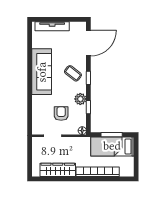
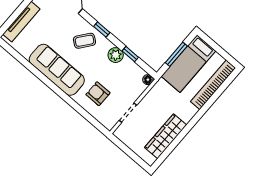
armchair: (61, 114) -> (98, 94), moved
bookcase: (98, 172) -> (213, 85), moved

